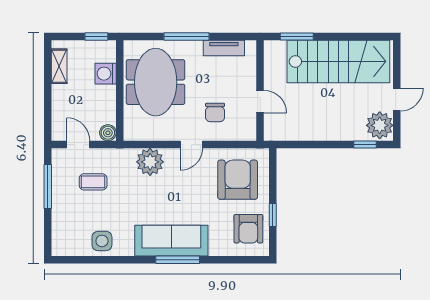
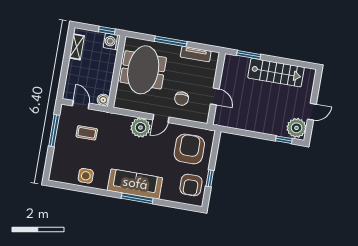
stairs: (338, 61) -> (276, 73), width x0.73, depth x0.66
washing machine: (106, 74) -> (112, 41), moved
plant: (150, 162) -> (140, 128), moved

